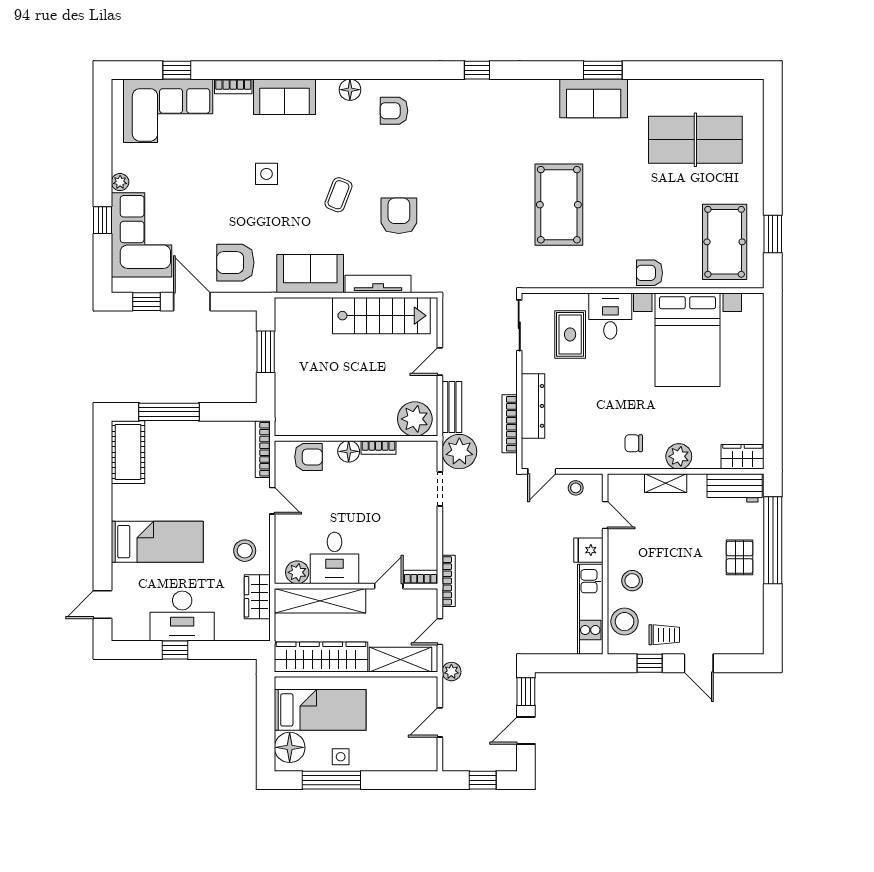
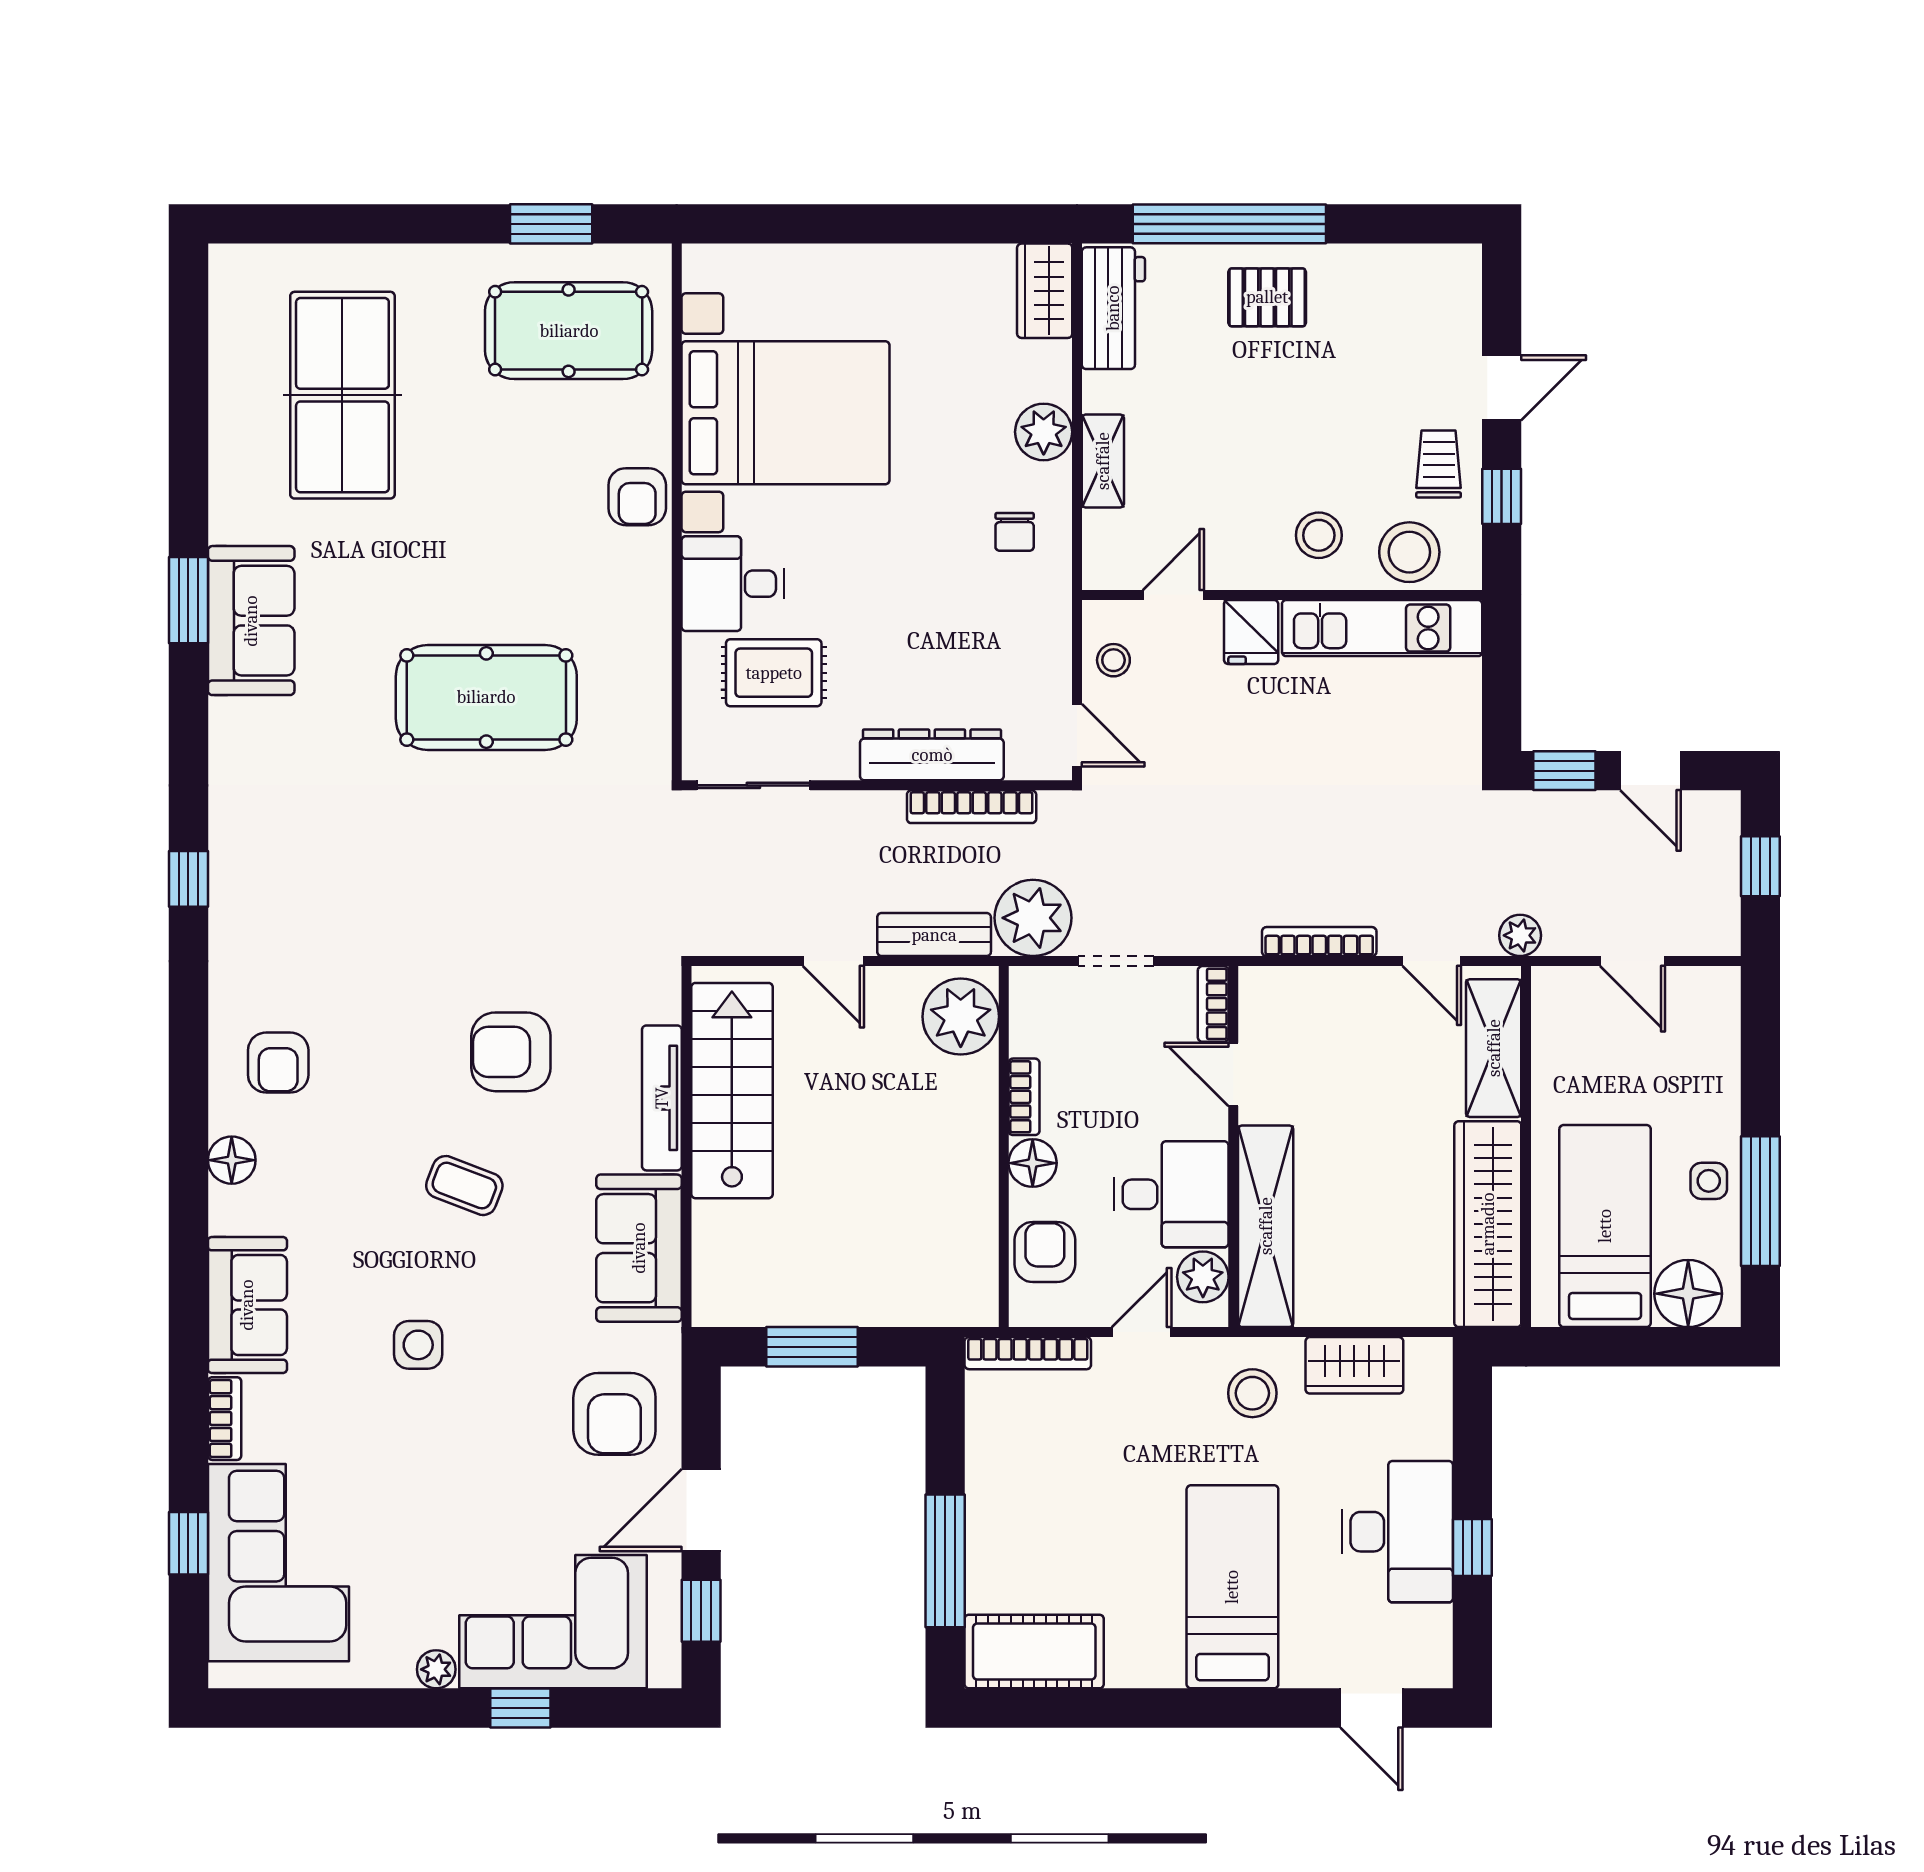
desk: (335, 558) -> (1171, 1194), moved
plant: (297, 572) -> (1203, 1277), moved
bookcase: (421, 577) -> (1213, 1004), moved
wall: (356, 586) -> (1233, 1147), moved
door: (389, 586) -> (1233, 1074), moved
shelving: (320, 601) -> (1266, 1226), moved

